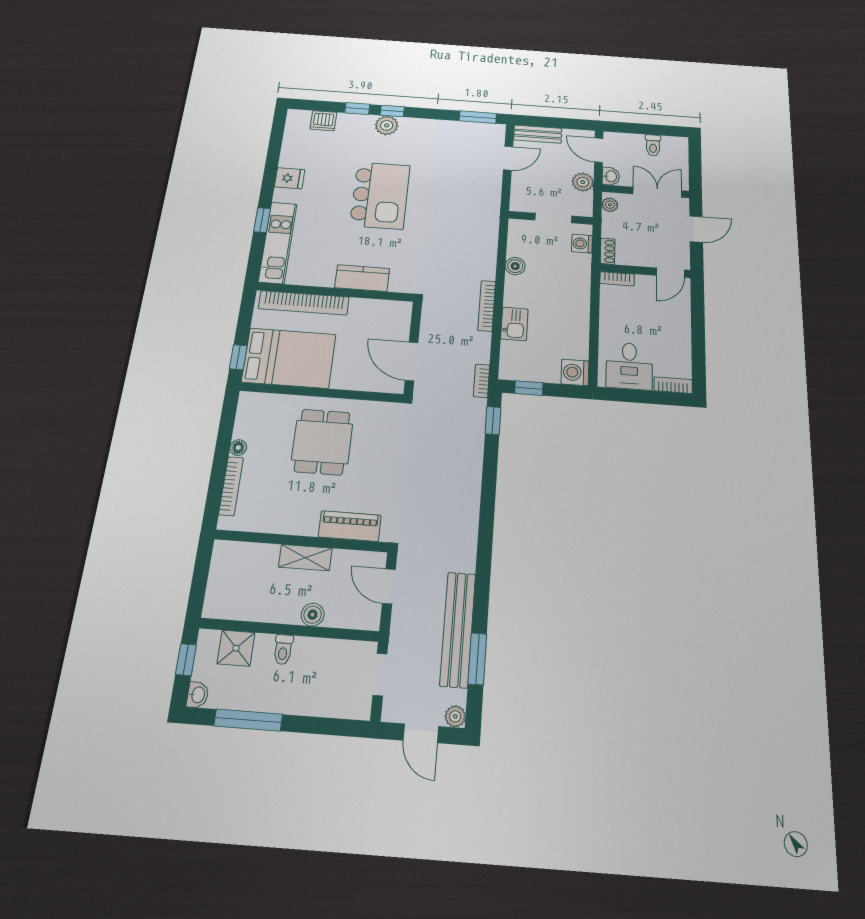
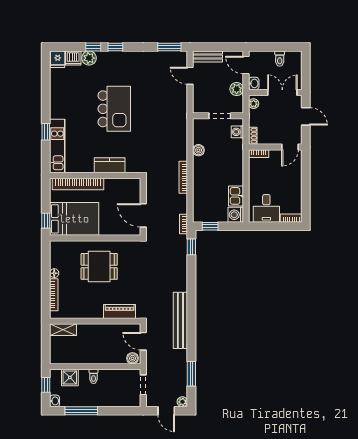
plant: (387, 125) -> (89, 58), moved
door: (508, 158) -> (190, 76), swing flipped
fridge: (290, 178) -> (58, 59), moved, turned 90
door: (696, 229) -> (306, 116), hinge flipped
kitchen sink: (514, 324) -> (236, 196), moved, turned 180
dining table: (322, 442) -> (99, 266), turned 90
shelving: (305, 558) -> (63, 330), moved
boiler: (313, 615) -> (133, 358), moved
bench: (458, 629) -> (180, 320), moved

